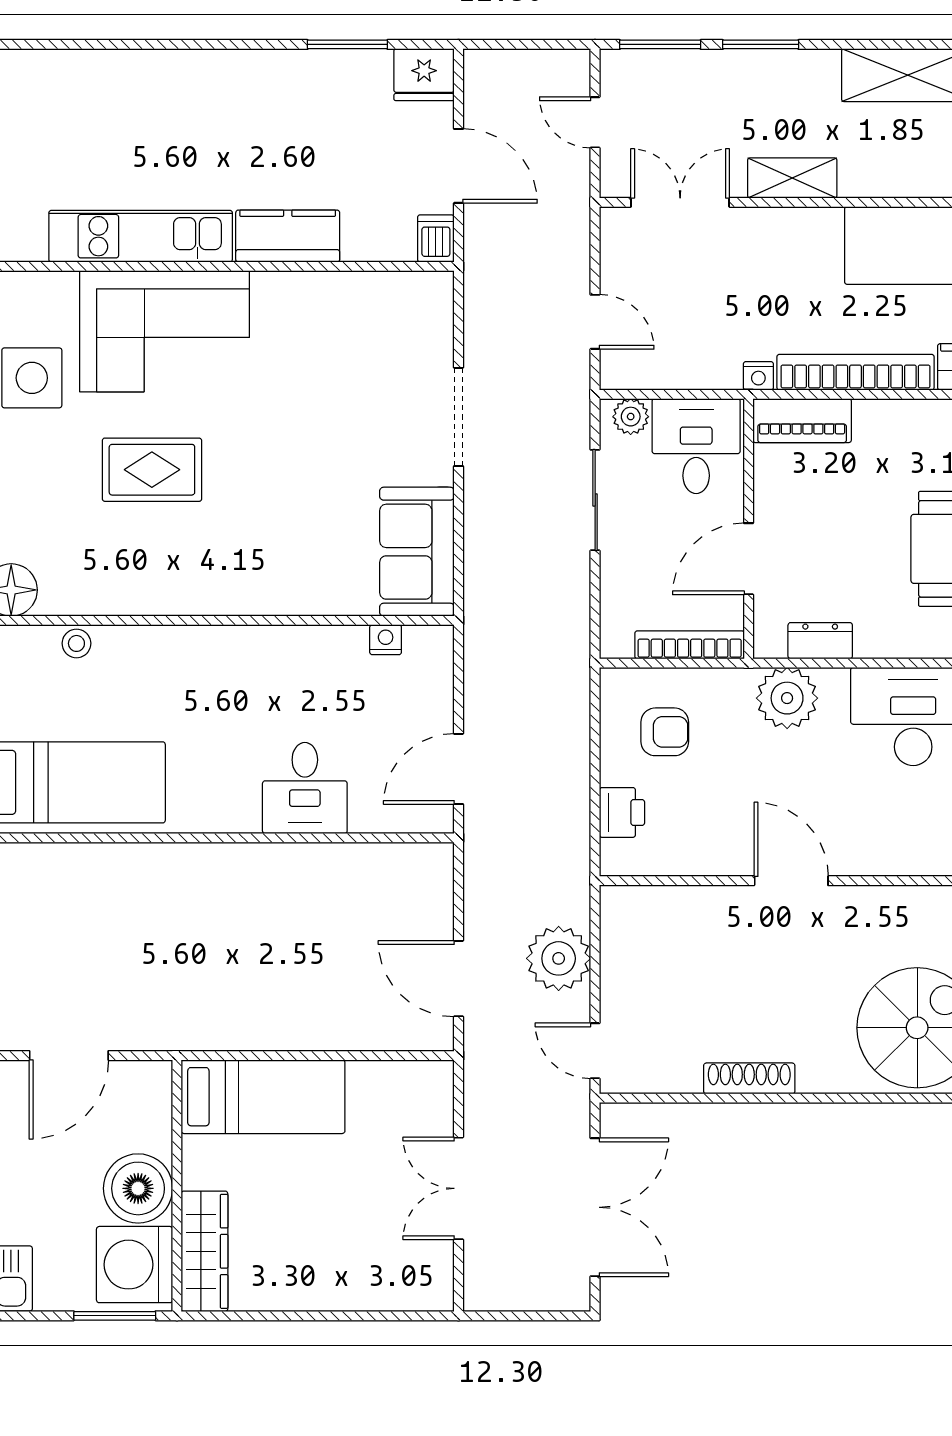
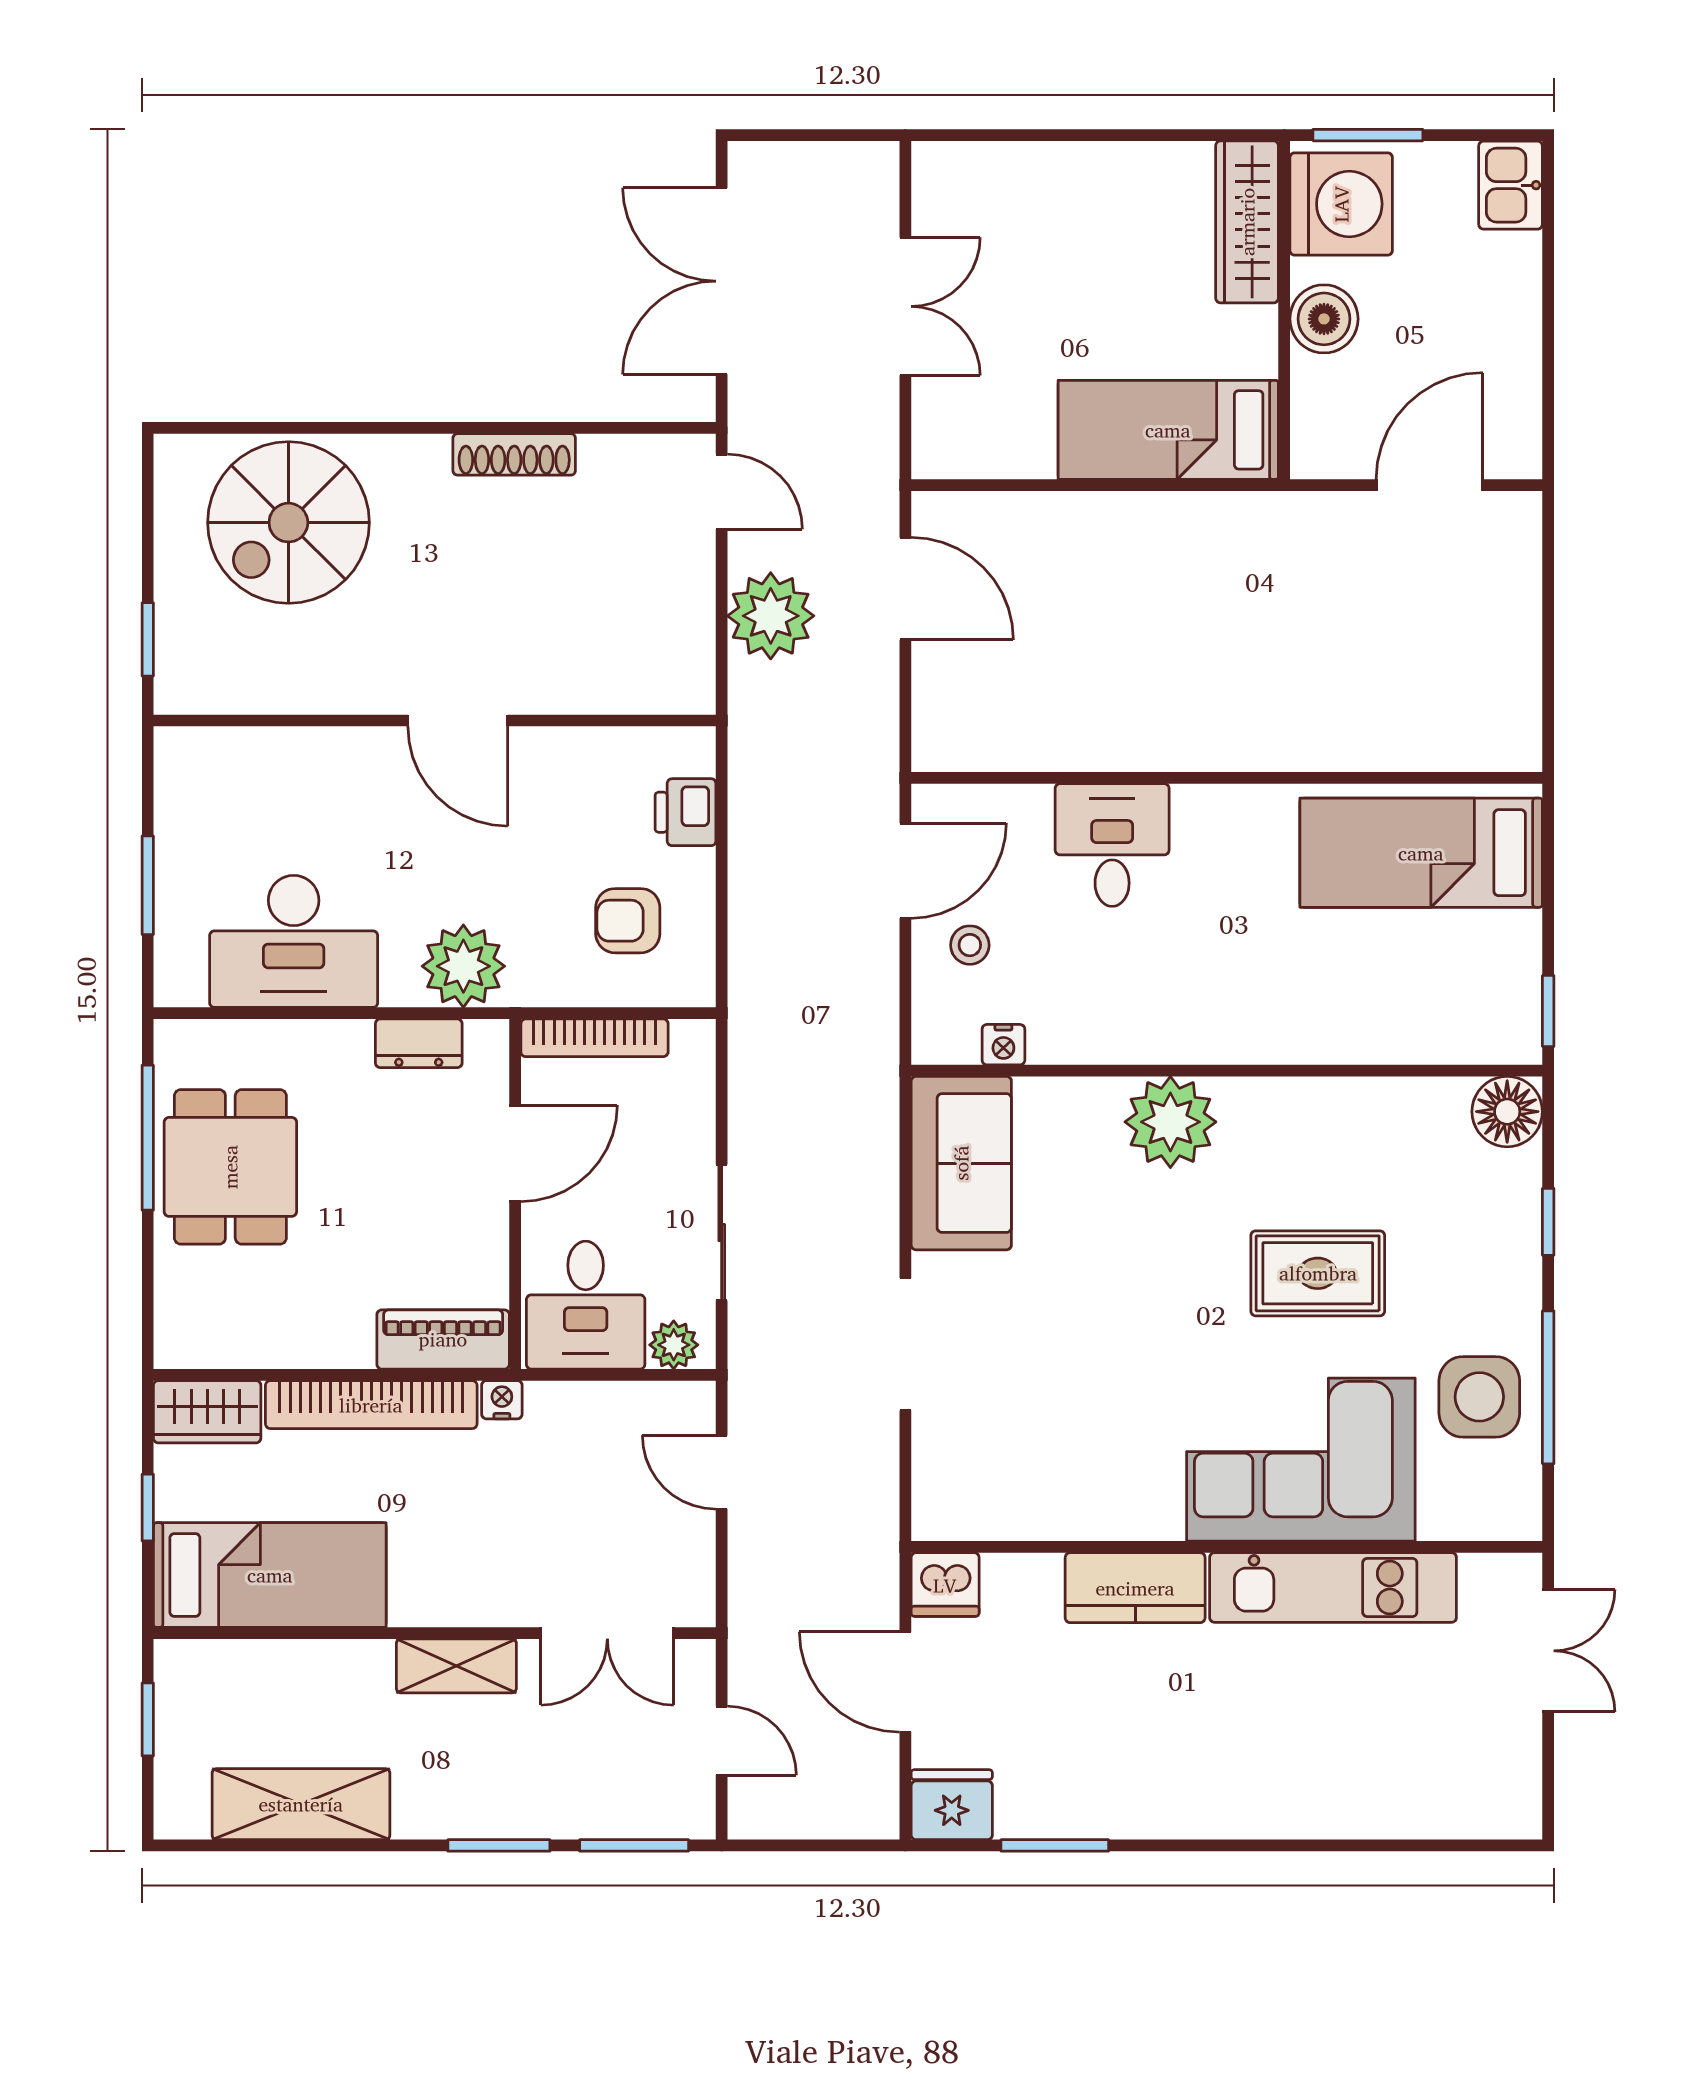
dishwasher: (436, 238) -> (945, 1585), width x1.38
plant: (261, 582) -> (1170, 1122), added
stool: (76, 643) -> (970, 945), moved
boiler: (138, 1188) -> (1324, 319), width x0.73, depth x0.73

